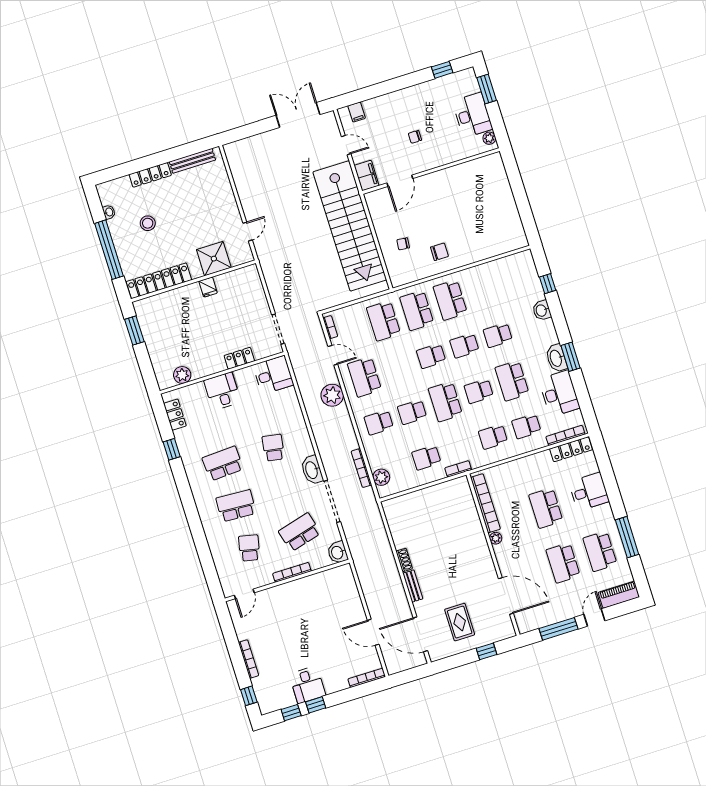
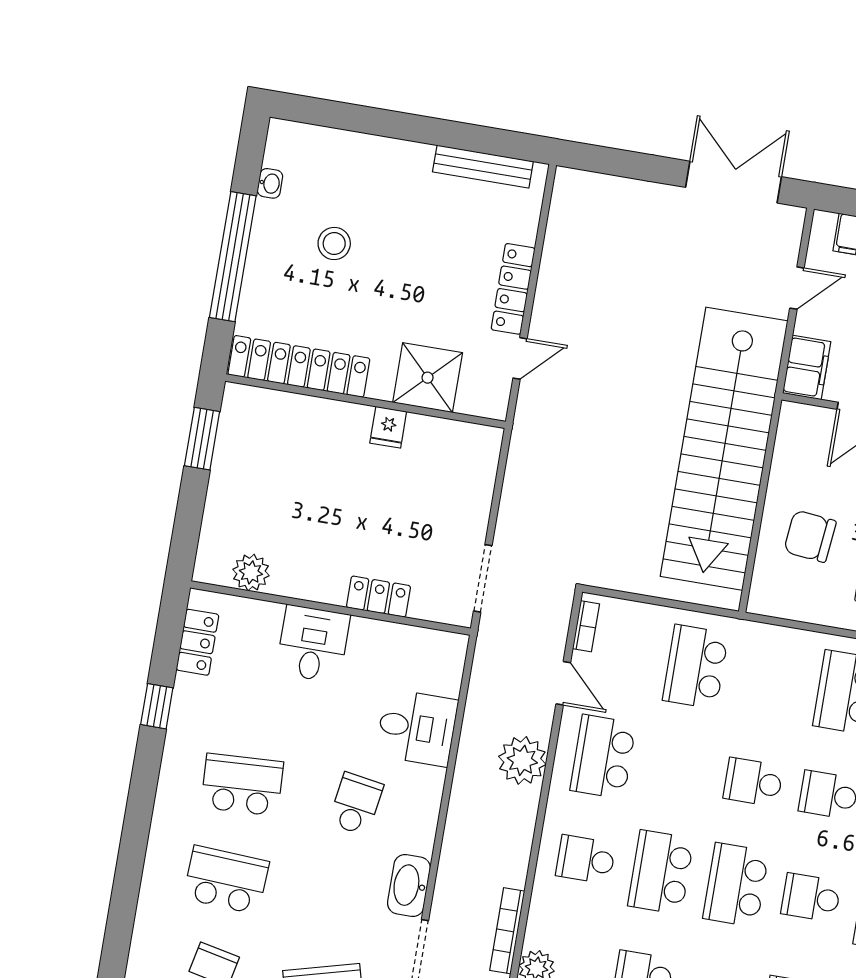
door: (346, 145) -> (797, 288), hinge flipped
locker: (150, 175) -> (513, 289), moved, turned 90
chair: (403, 244) -> (810, 536), width x1.87, depth x1.87
school desk: (417, 310) -> (771, 679), removed
desk: (273, 375) -> (417, 728), moved
school desk: (412, 412) -> (661, 872), width x1.85

